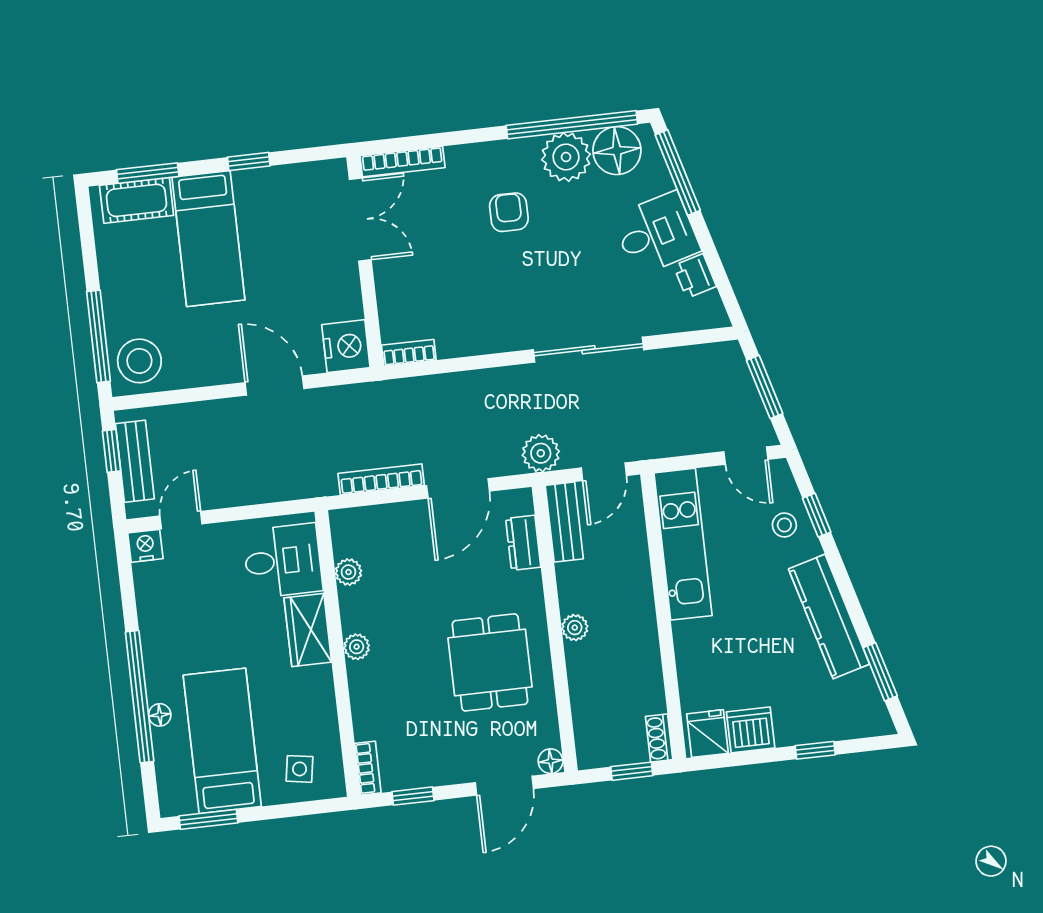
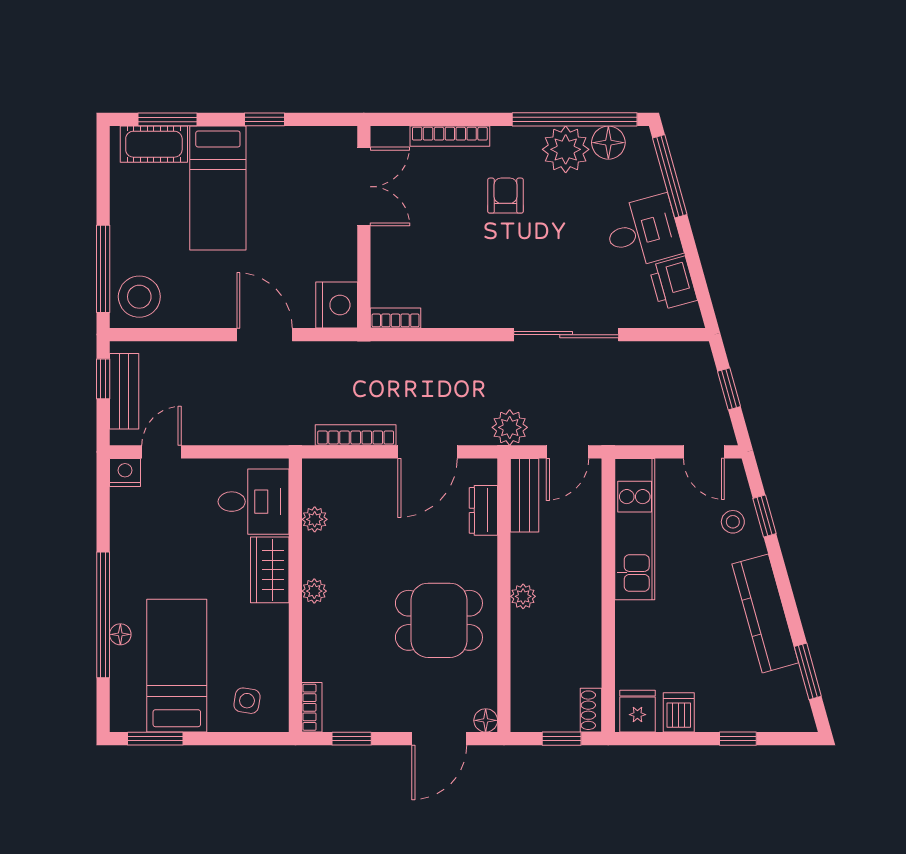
floor lamp: (617, 151) -> (608, 143), width x0.73, depth x0.73
bookcase: (402, 162) -> (450, 136), moved
printer: (695, 276) -> (673, 283), width x1.36, depth x1.24
window: (765, 387) -> (729, 389), width x0.67
dining table: (490, 662) -> (439, 620), turned 90
dishwasher: (751, 730) -> (679, 712), width x0.73

